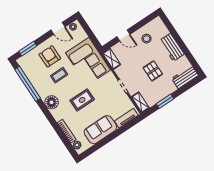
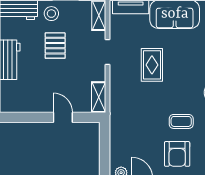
stool: (147, 39) -> (51, 14), moved
corner sofa: (88, 61) -> (131, 114), removed
rug: (82, 100) -> (152, 65), moved, turned 90

